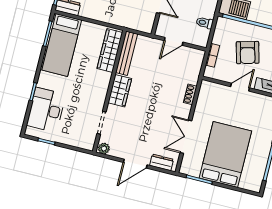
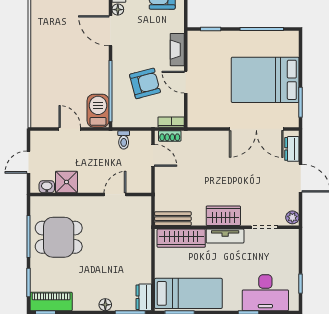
door: (174, 41) -> (153, 155), moved
bench: (127, 53) -> (173, 219), width x0.73
bookcase: (212, 55) -> (171, 122), moved
tv unit: (102, 88) -> (225, 236), added
shoe rack: (190, 94) -> (170, 136), moved
double door: (186, 137) -> (256, 129), width x1.37

